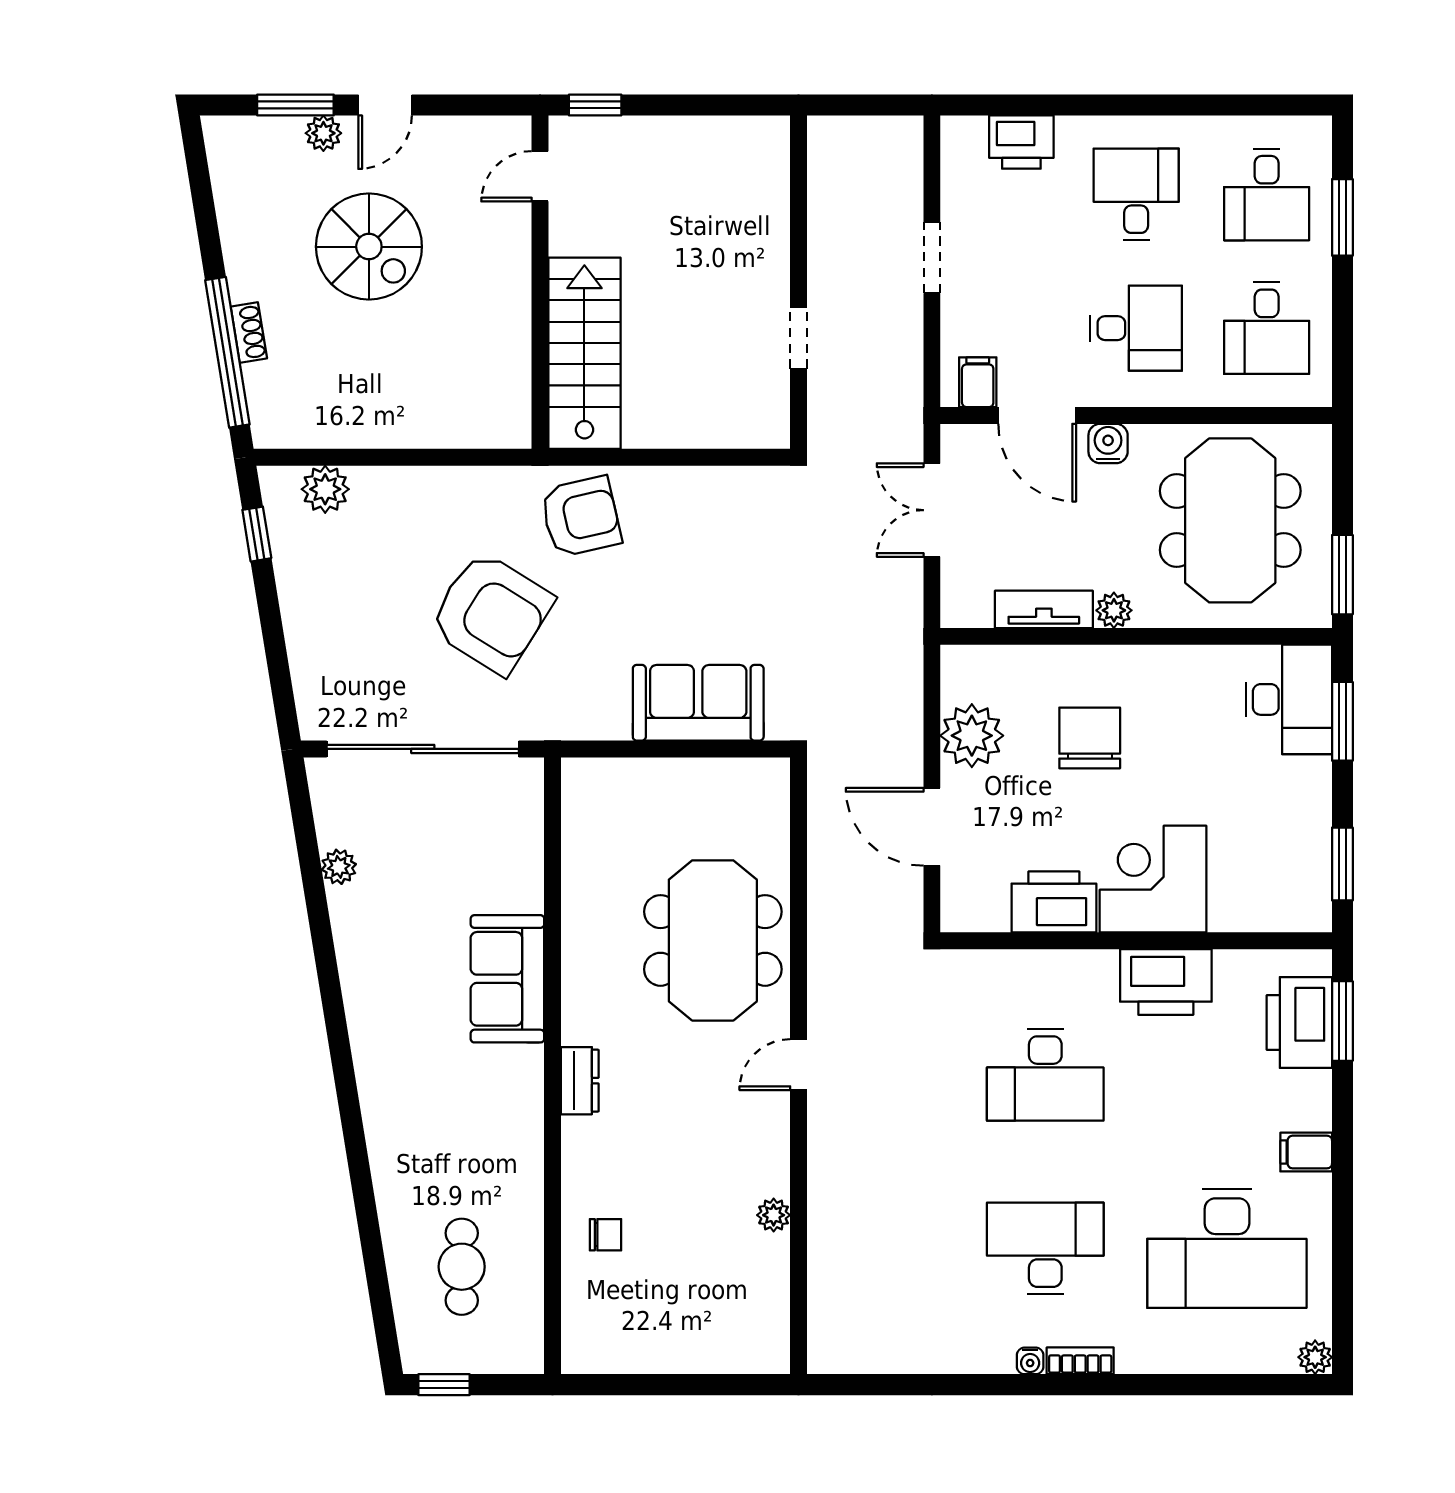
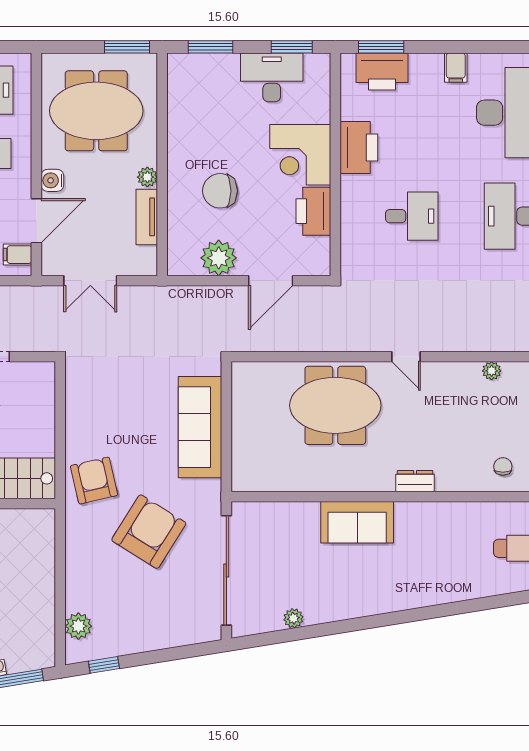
desk: (1289, 699) -> (272, 77), moved
sofa: (698, 703) -> (200, 427), width x1.36
desk: (1045, 1075) -> (412, 216), width x0.73

